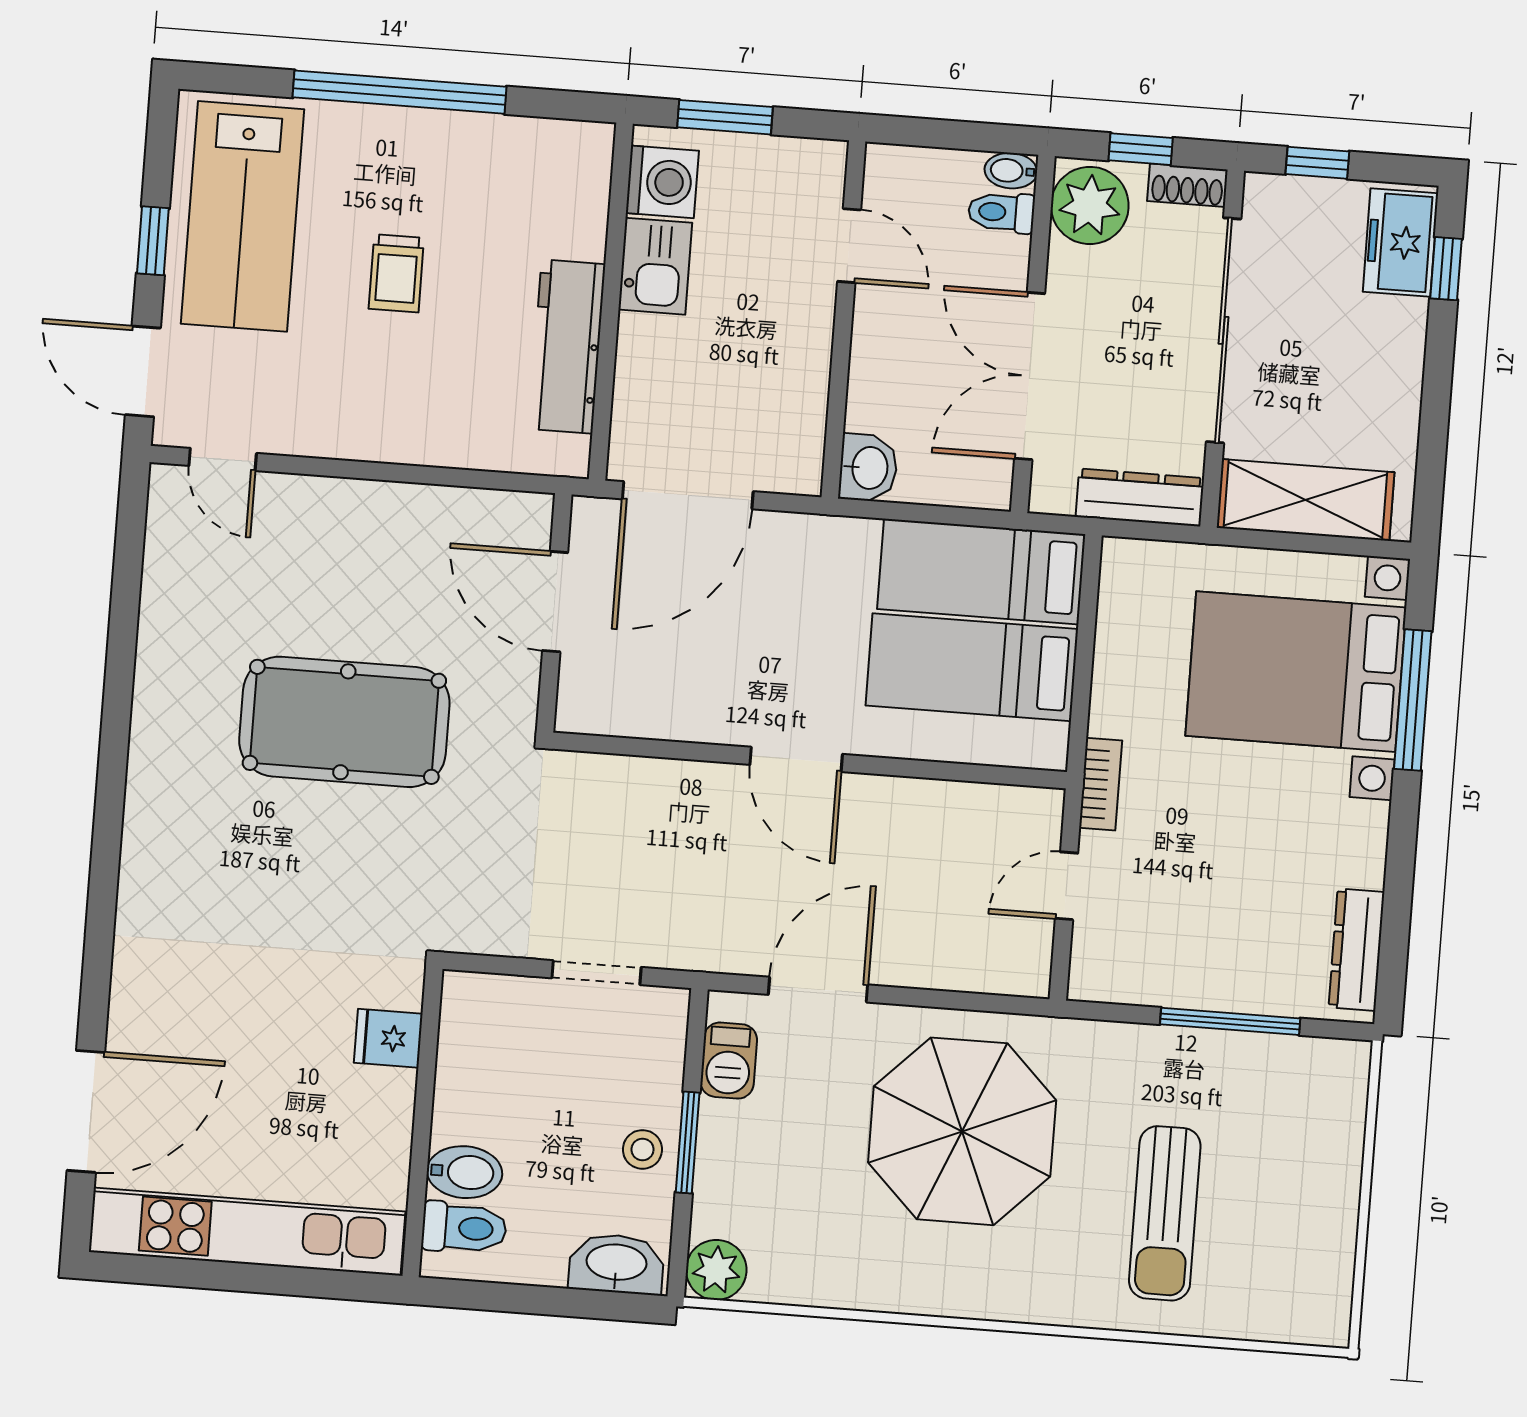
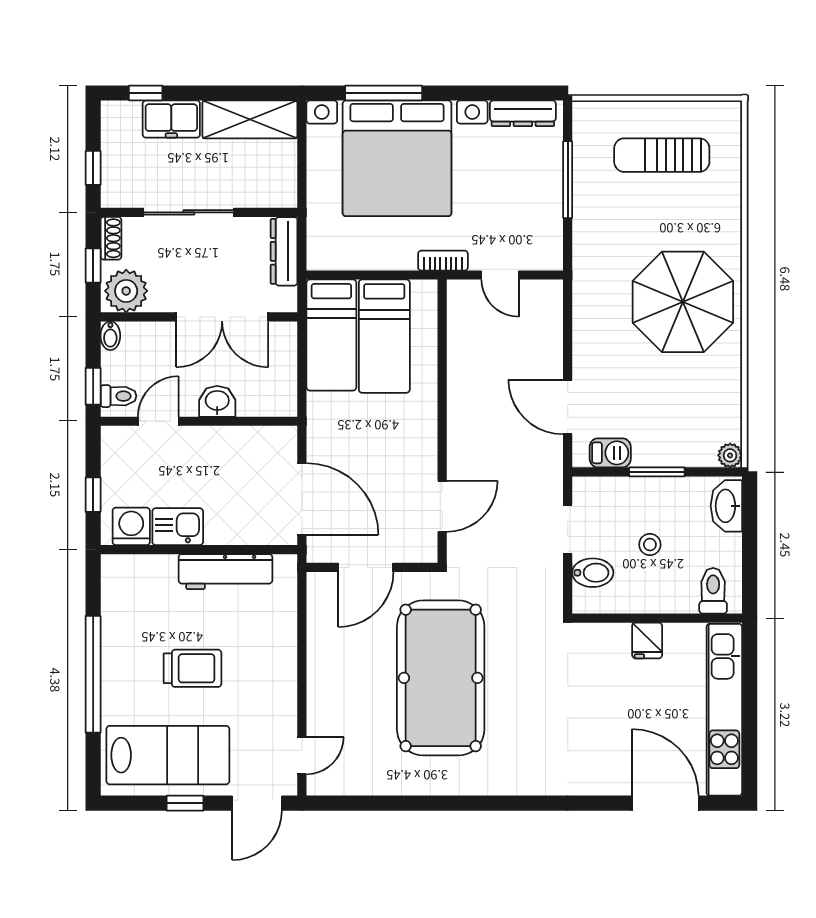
window: (725, 117) -> (93, 495), width x0.67
window: (922, 132) -> (93, 386), added
toilet: (1001, 212) -> (118, 396), moved, turned -90
freezer: (1400, 242) -> (171, 119), moved
trolley: (396, 273) -> (193, 668), width x1.36, depth x1.39
sliding door: (1224, 330) -> (189, 212), width x0.73
washbasin: (868, 468) -> (217, 401), moved
shelving: (1305, 500) -> (250, 119), moved, turned 90
bed with nightstands: (1296, 672) -> (397, 158), width x1.36
pool table: (344, 722) -> (441, 678), width x1.36, depth x1.32
door: (796, 759) -> (442, 506), moved
fridge: (388, 1038) -> (647, 640), moved
parasol: (962, 1131) -> (683, 302), moved
stool: (642, 1149) -> (650, 545), moved
bidet: (465, 1172) -> (593, 573), moved, turned 90
sun lounger: (1165, 1213) -> (662, 155), moved, turned 180
plant: (716, 1270) -> (730, 455), width x0.73, depth x0.73

